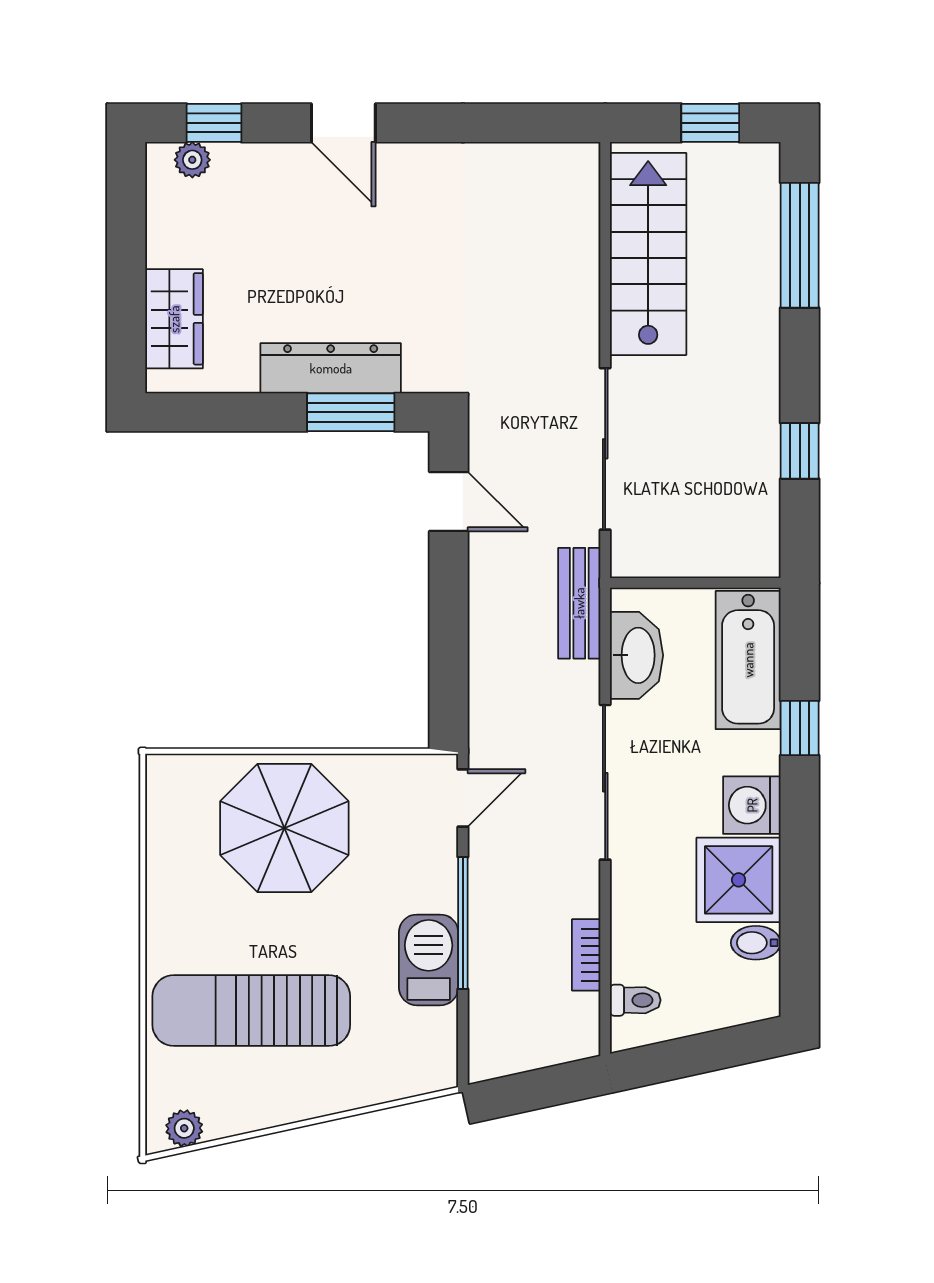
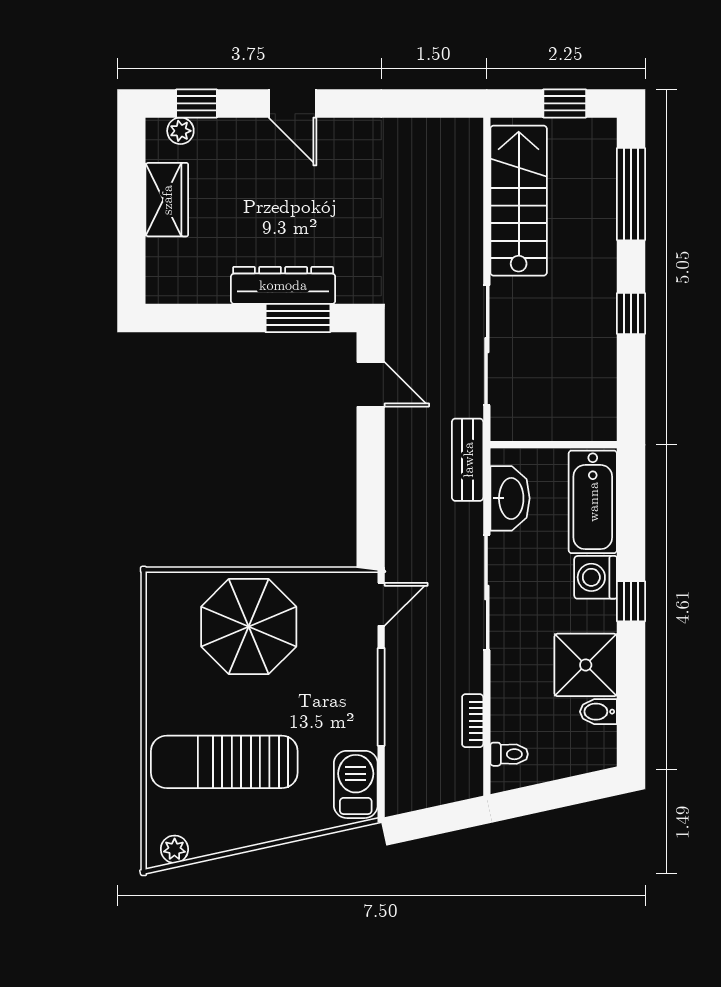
wardrobe: (174, 319) -> (167, 200), moved
window: (800, 451) -> (631, 313), moved
window: (800, 728) -> (631, 601), moved
washing machine: (752, 805) -> (596, 577), moved
barbecue: (429, 960) -> (356, 784), moved

